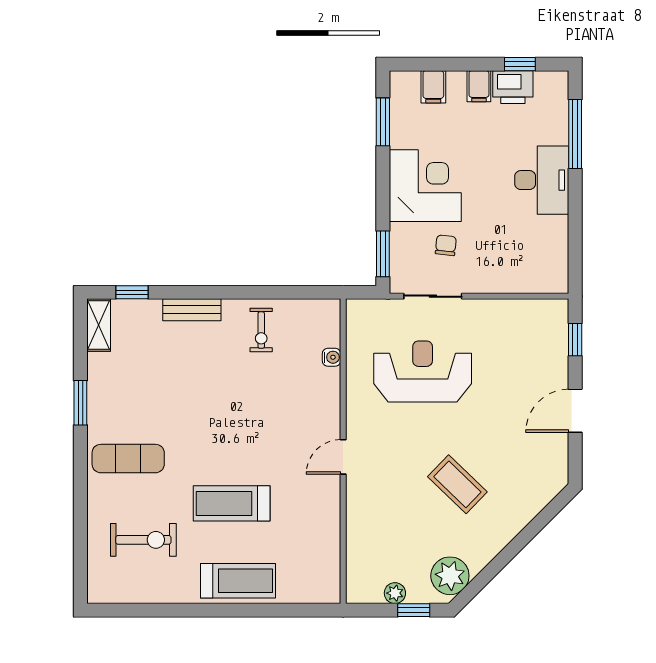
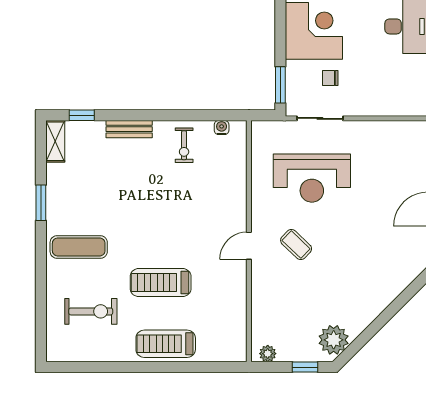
chair: (446, 245) -> (330, 78), turned -96
water cooler: (332, 357) -> (222, 128), moved, turned -90
reception desk: (423, 371) -> (312, 178), turned 180
coffee table: (457, 484) -> (296, 245), moved, width x0.73, depth x0.77
treadmill: (238, 581) -> (166, 344), turned 180
plant: (395, 593) -> (268, 354), moved

